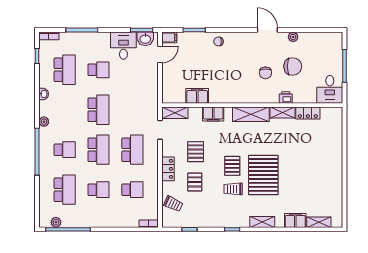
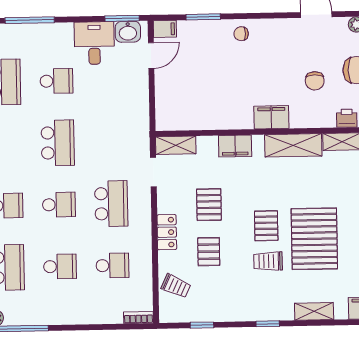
filing cabinet: (197, 96) -> (271, 117), moved
school desk: (99, 150) -> (59, 205), width x0.54

